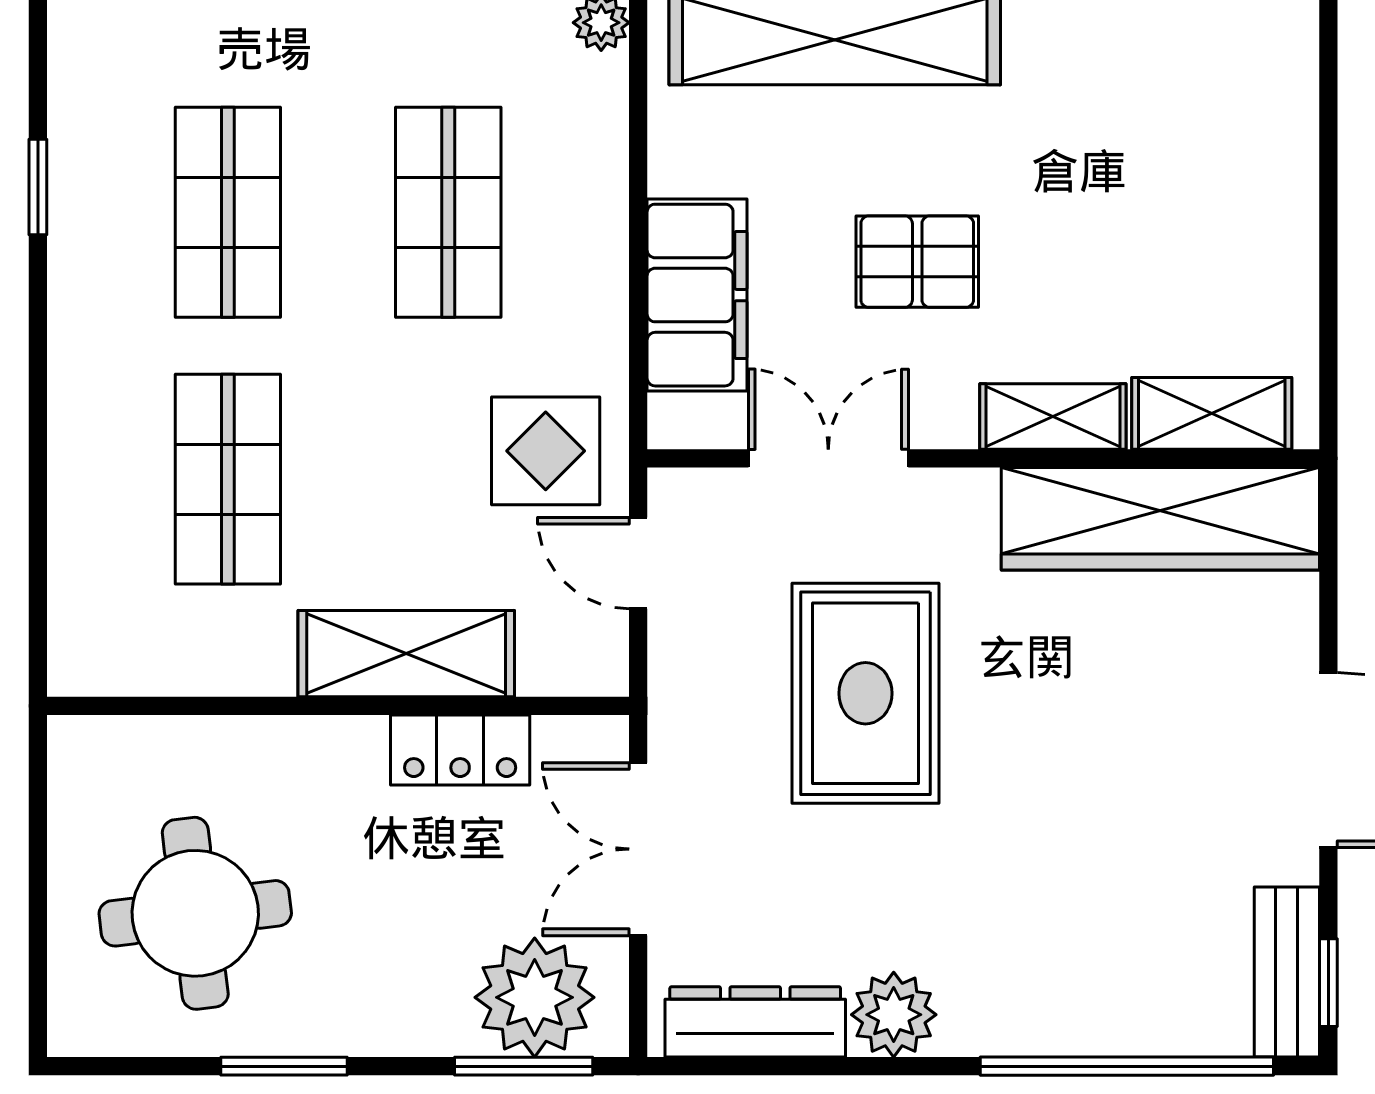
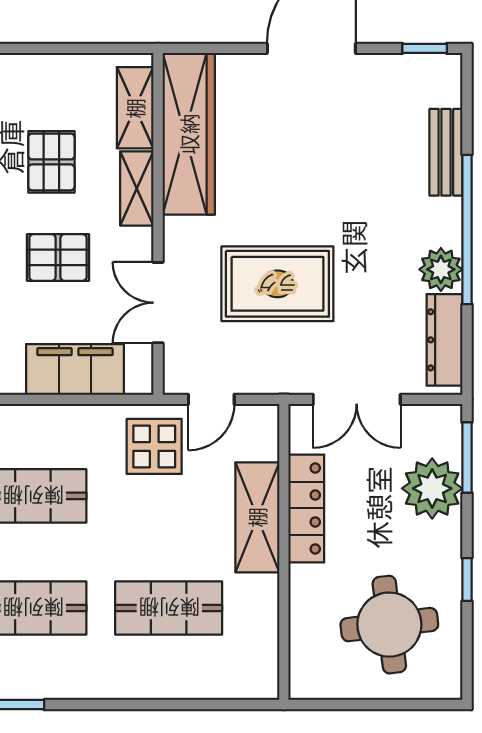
pallet: (1105, 249) -> (51, 162), added
pallet: (917, 262) -> (58, 257), turned 90
locker: (460, 750) -> (306, 508), width x1.53
bench: (1287, 972) -> (446, 152), moved, turned 90
plant: (535, 997) -> (432, 488), moved
window: (284, 1066) -> (467, 579), width x0.67
window: (1127, 1066) -> (467, 229), moved

